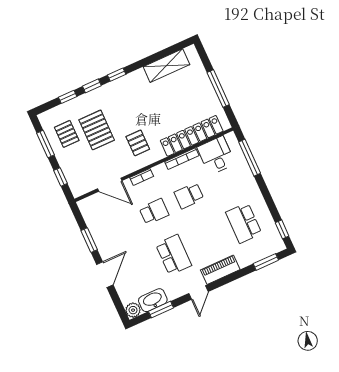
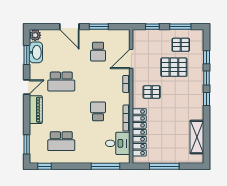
school desk: (154, 212) -> (98, 52), moved
school desk: (244, 223) -> (61, 141), turned 180
door: (199, 293) -> (27, 87), swing flipped

